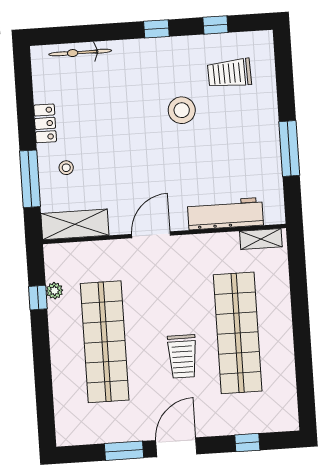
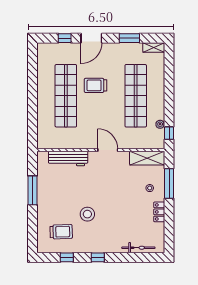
door: (151, 235) -> (108, 150), swing flipped
shelving: (261, 239) -> (154, 47), moved
window: (38, 298) -> (169, 133), moved
trolley: (182, 356) -> (96, 85), turned -90
door: (176, 447) -> (91, 38), moved

